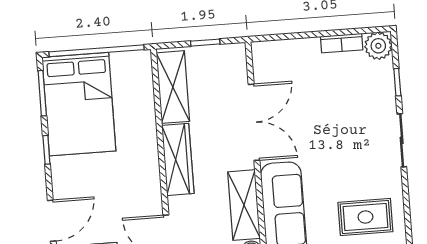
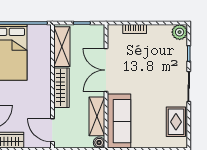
bookcase: (342, 43) -> (135, 29), moved
double door: (254, 122) -> (106, 70), swing flipped
rug: (365, 217) -> (176, 122), moved, turned 90

